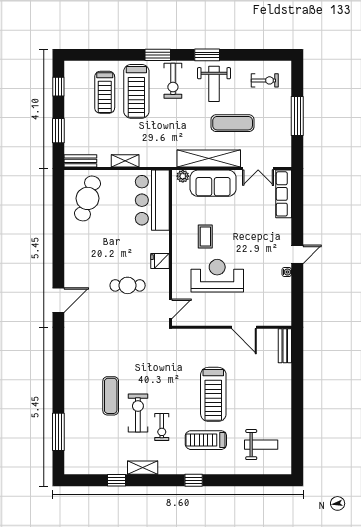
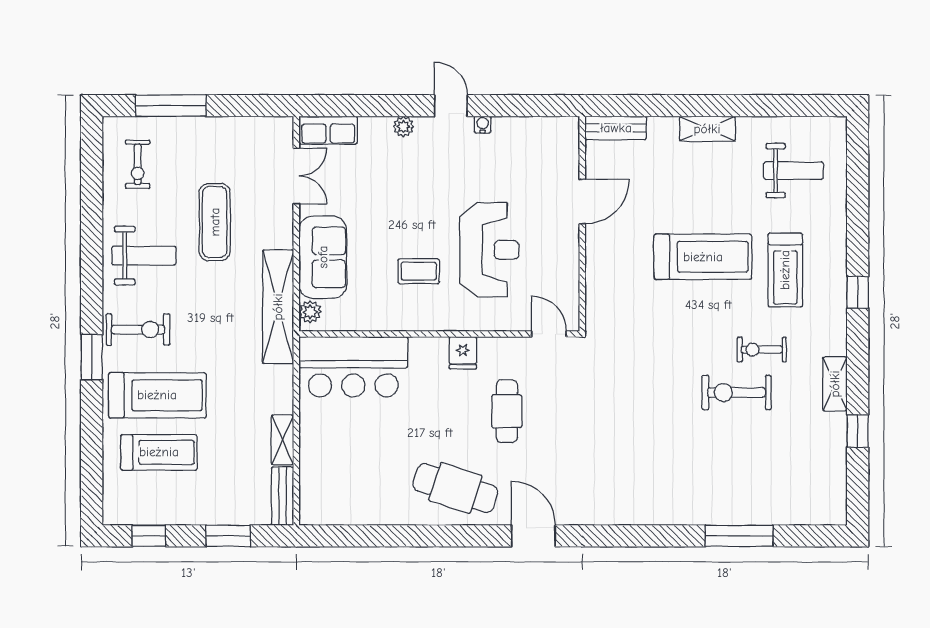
window: (207, 55) -> (92, 268), removed
exercise bike: (265, 80) -> (138, 164), turned 180
window: (297, 116) -> (171, 106), moved
shelving: (209, 158) -> (278, 307), moved
shelving: (125, 161) -> (283, 440), moved
row of seats: (284, 194) -> (328, 130), width x0.68
cafe table: (88, 198) -> (455, 488), moved
plant: (286, 228) -> (403, 127), added
reception desk: (217, 276) -> (489, 250), turned 180
exercise mat: (111, 396) -> (706, 442), removed
shelving: (284, 397) -> (707, 129), added
exercise bike: (162, 427) -> (762, 350), turned 180
window: (58, 432) -> (739, 536), moved
weight bench: (261, 445) -> (793, 171), turned 90

